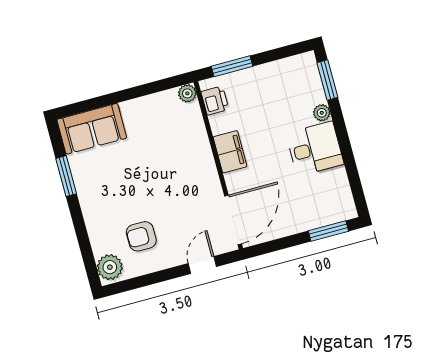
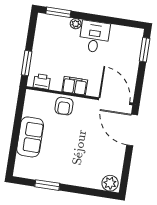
plant: (187, 93) -> (31, 95), removed
sofa: (92, 129) -> (30, 137), moved
armchair: (141, 236) -> (64, 106), moved
door: (202, 265) -> (132, 130), width x1.88

